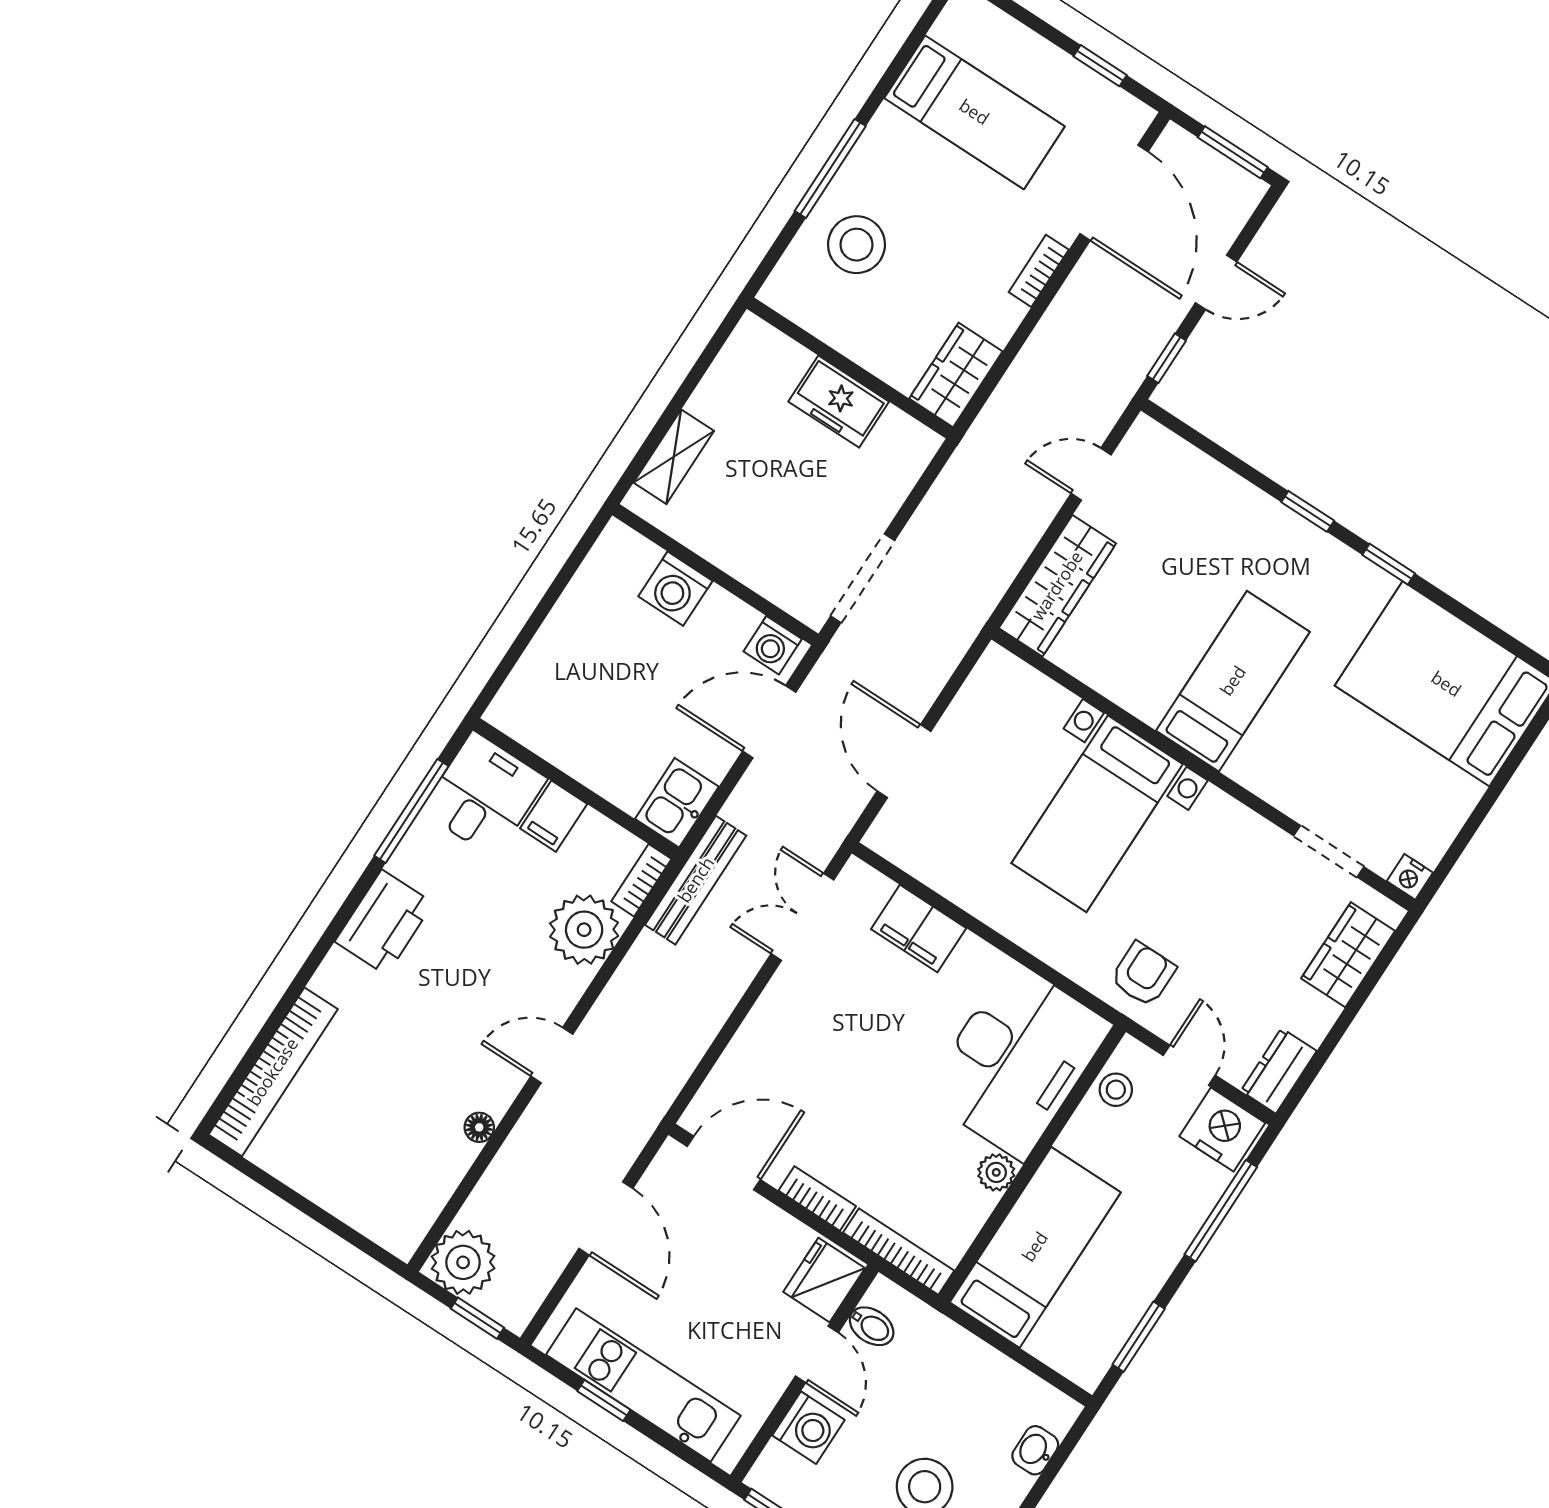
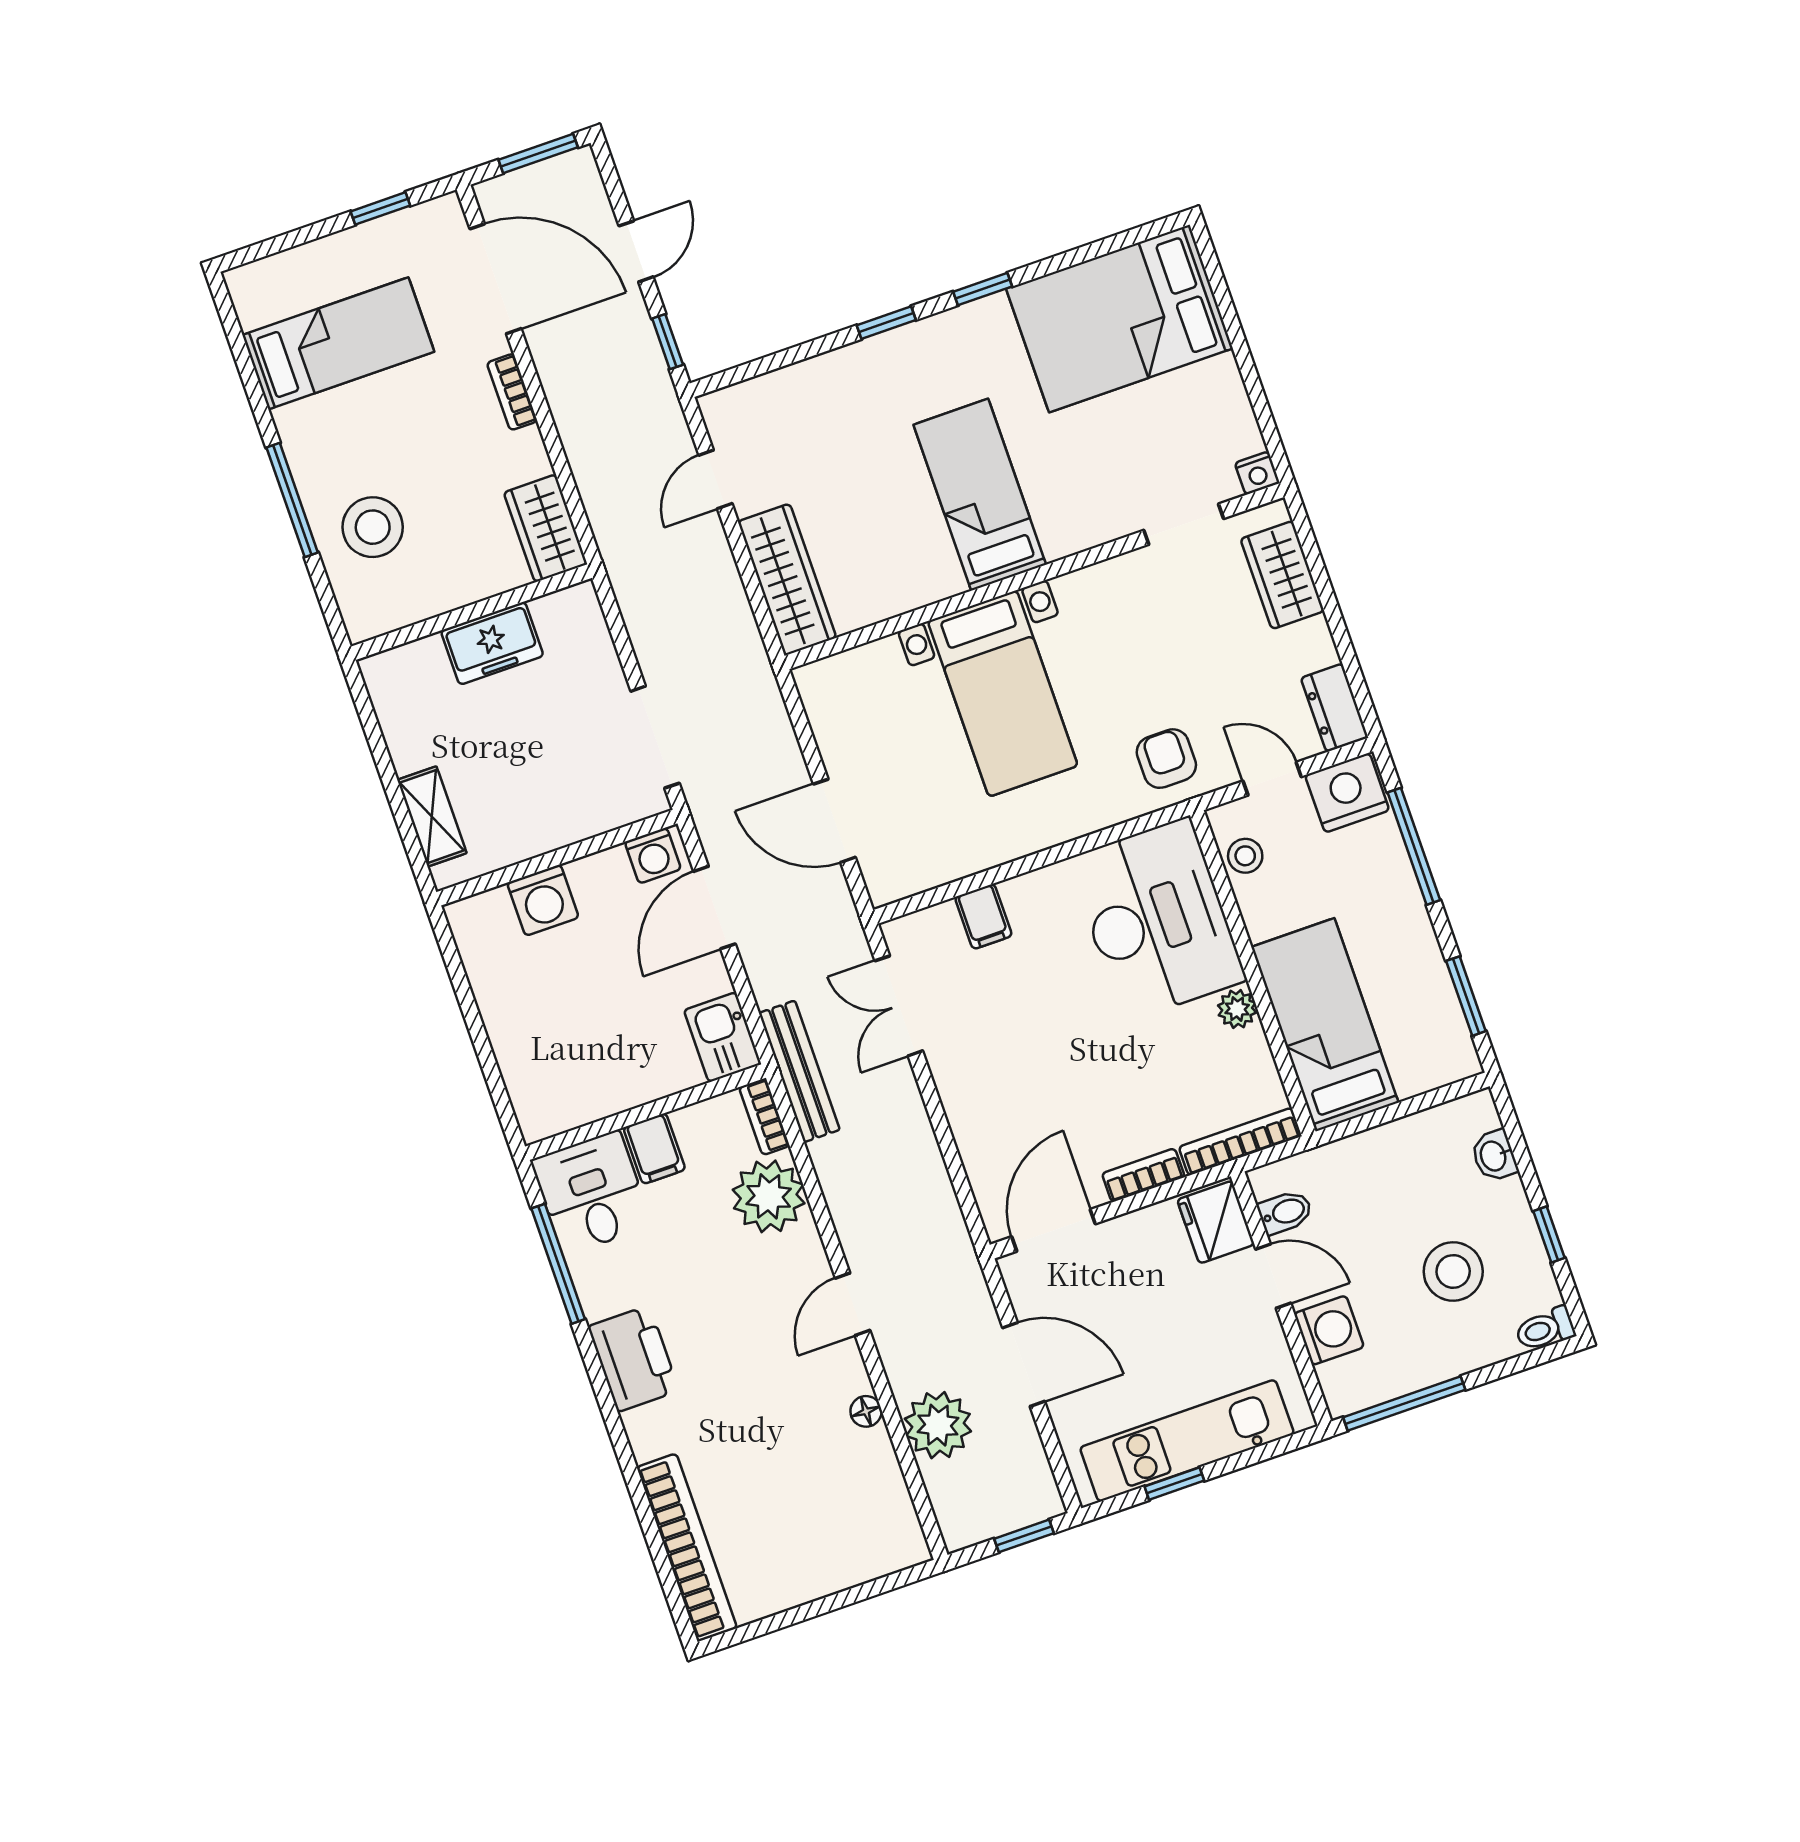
filing cabinet: (919, 929) -> (983, 916), width x0.50
plant: (463, 1262) -> (938, 1425), moved

